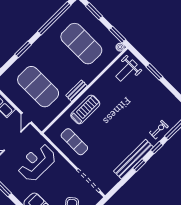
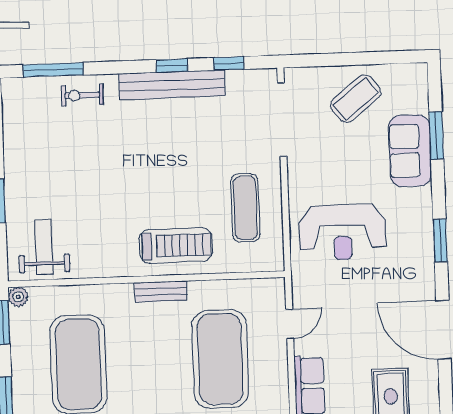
weight bench: (127, 70) -> (44, 247), turned -90
treadmill: (85, 109) -> (176, 245), turned 180
window: (157, 148) -> (229, 63), moved

